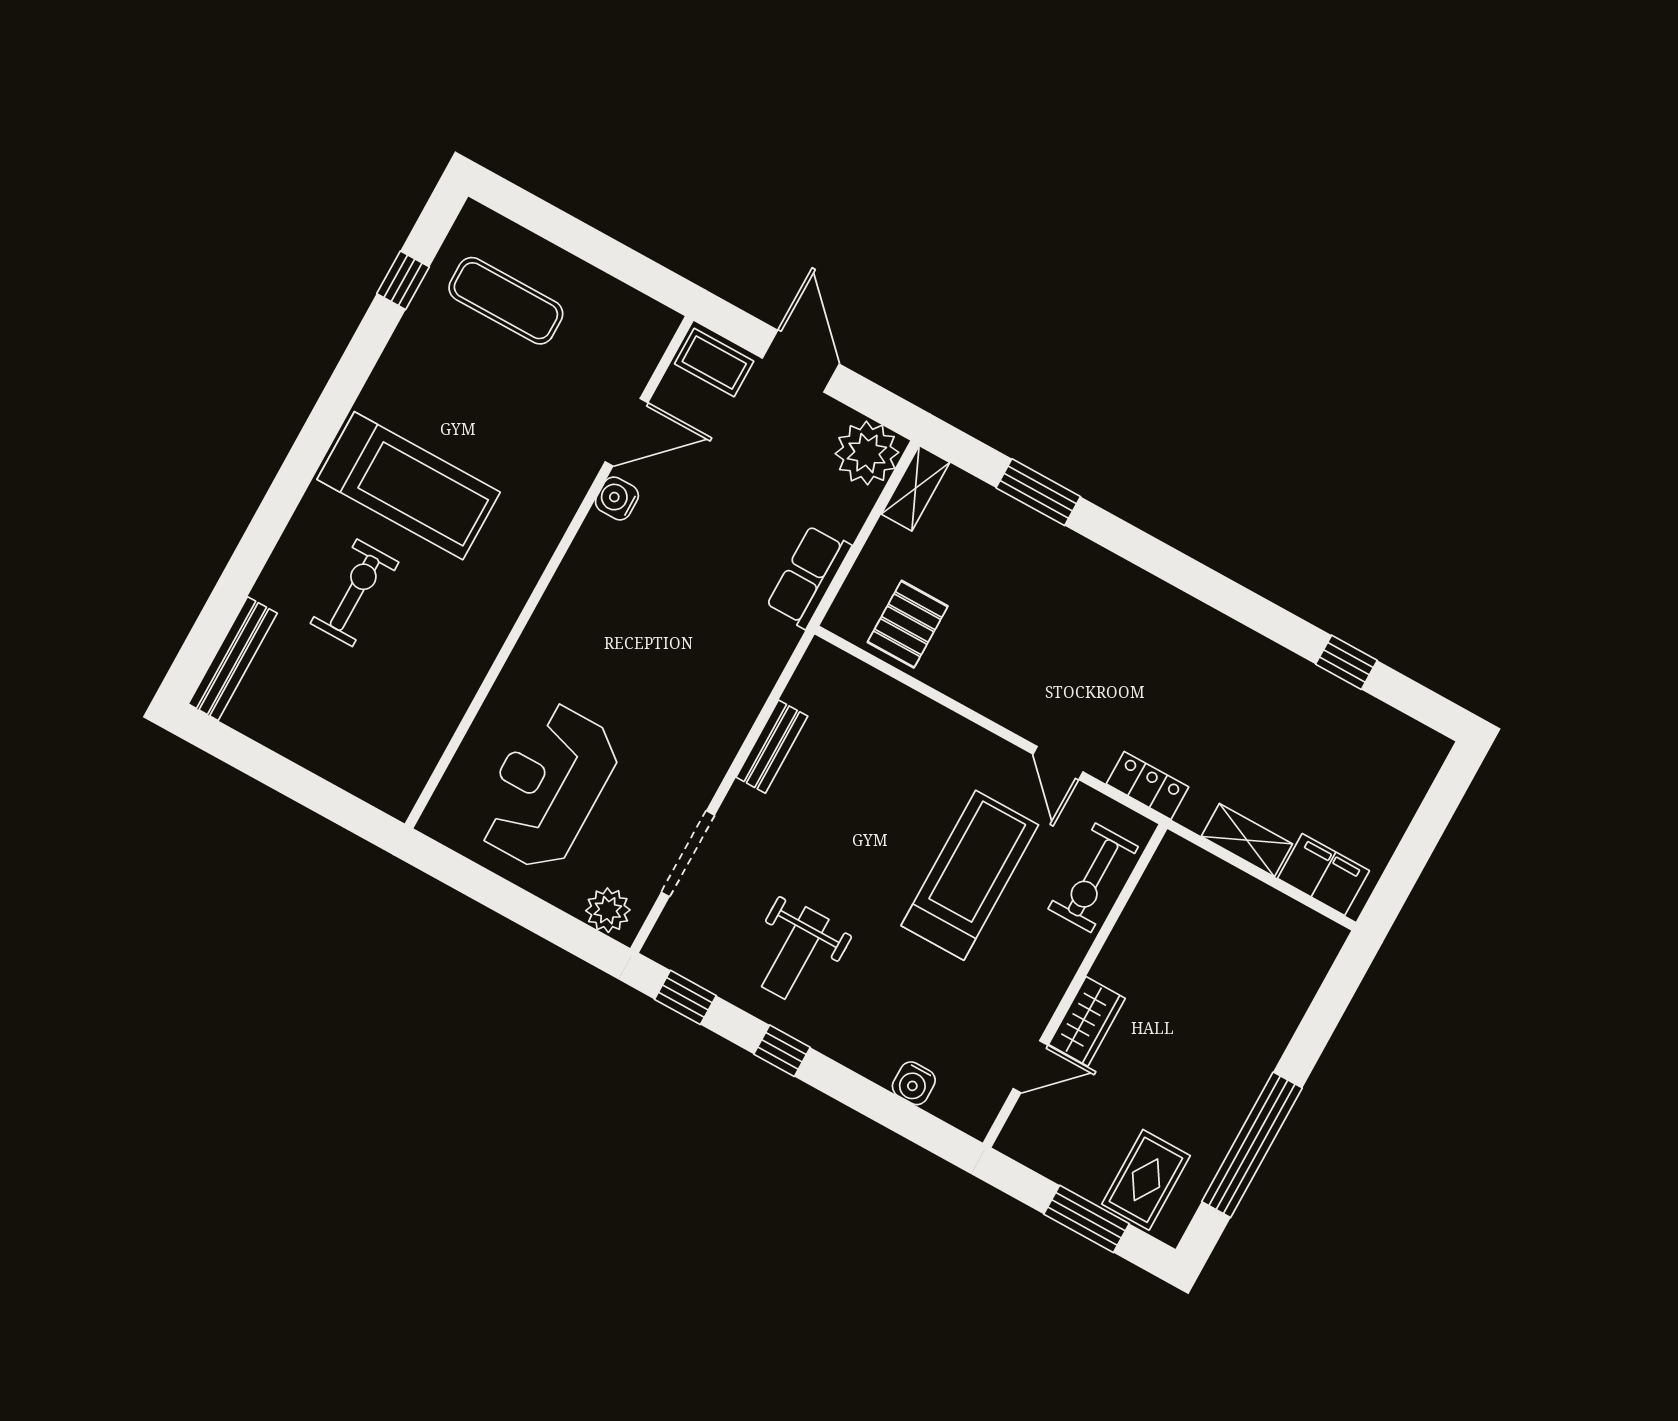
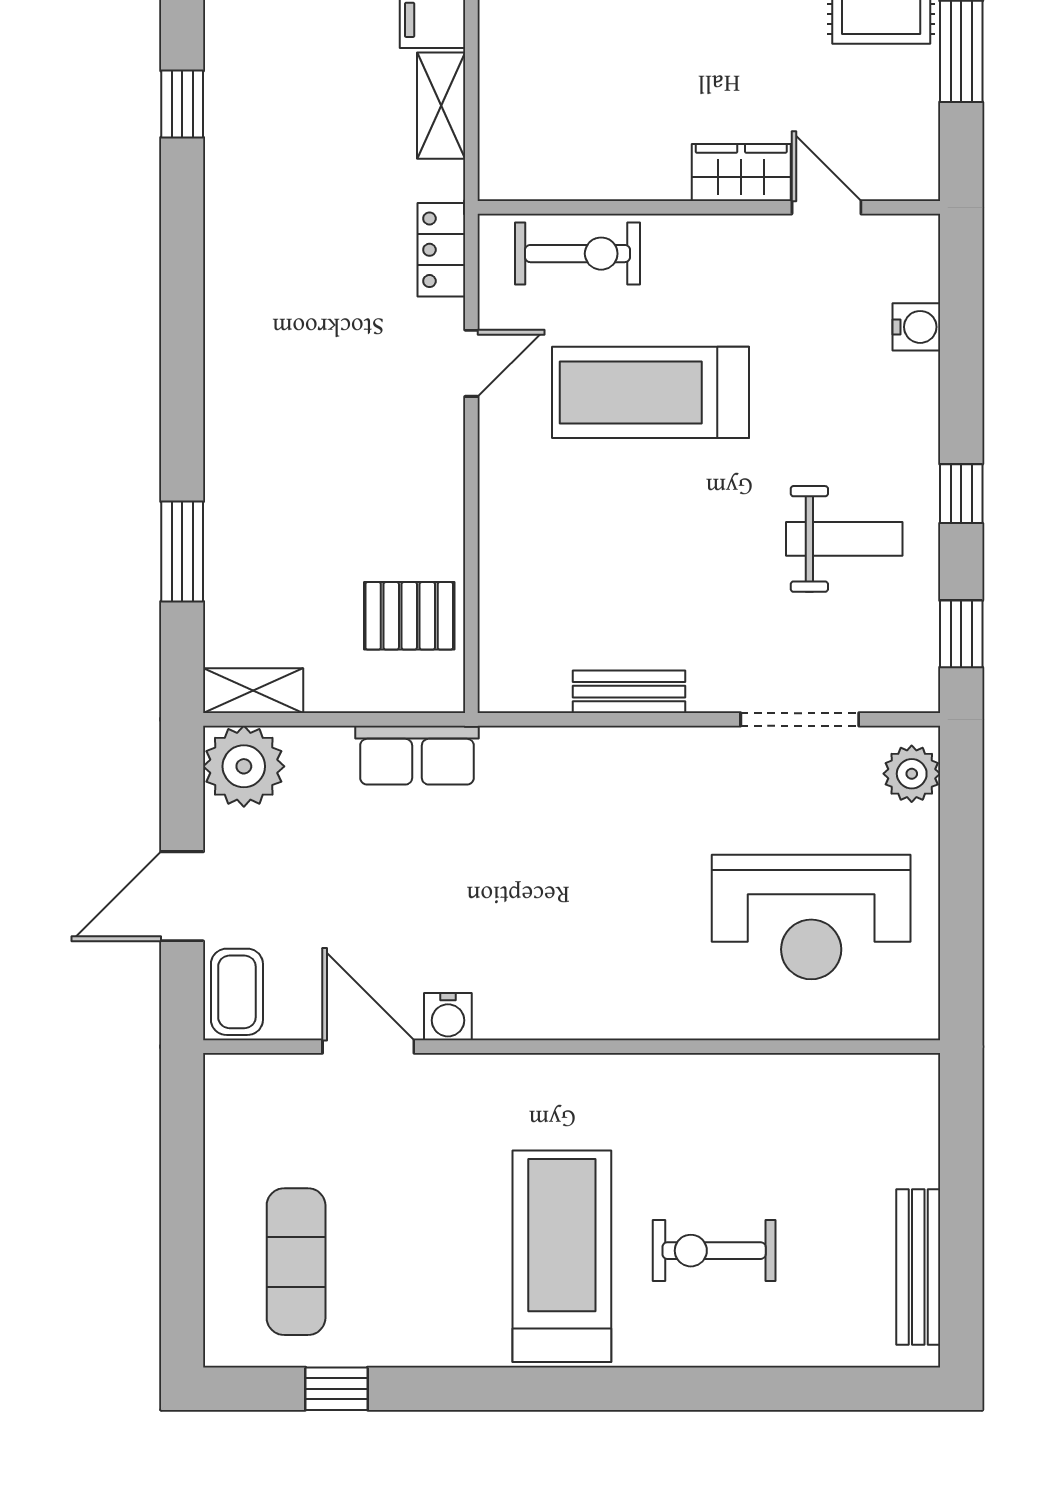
bench: (233, 659) -> (918, 1267), moved, turned 90

